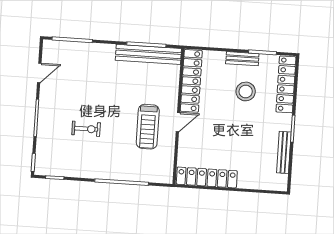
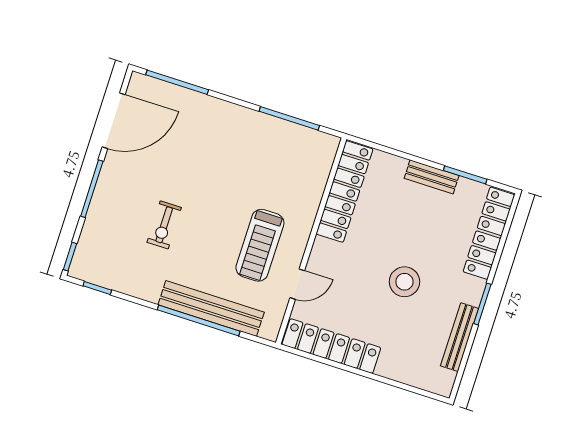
bench: (148, 54) -> (211, 309), moved
door: (39, 73) -> (114, 121), width x1.88
stool: (246, 91) -> (404, 282), moved
door: (178, 122) -> (297, 284), moved
exercise bike: (86, 129) -> (164, 225), turned 90

